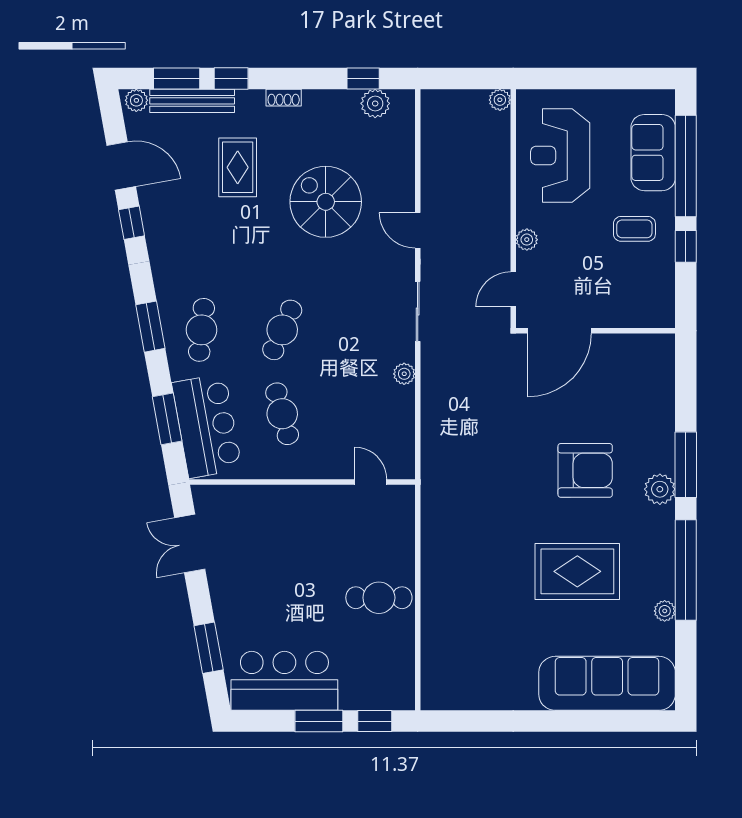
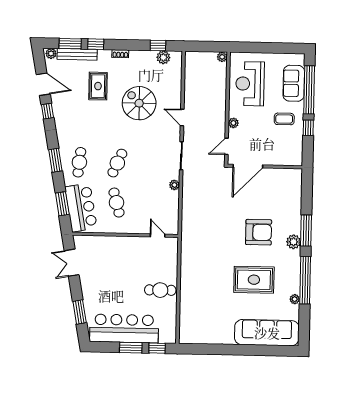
bar counter: (284, 681) -> (124, 328), width x1.36

